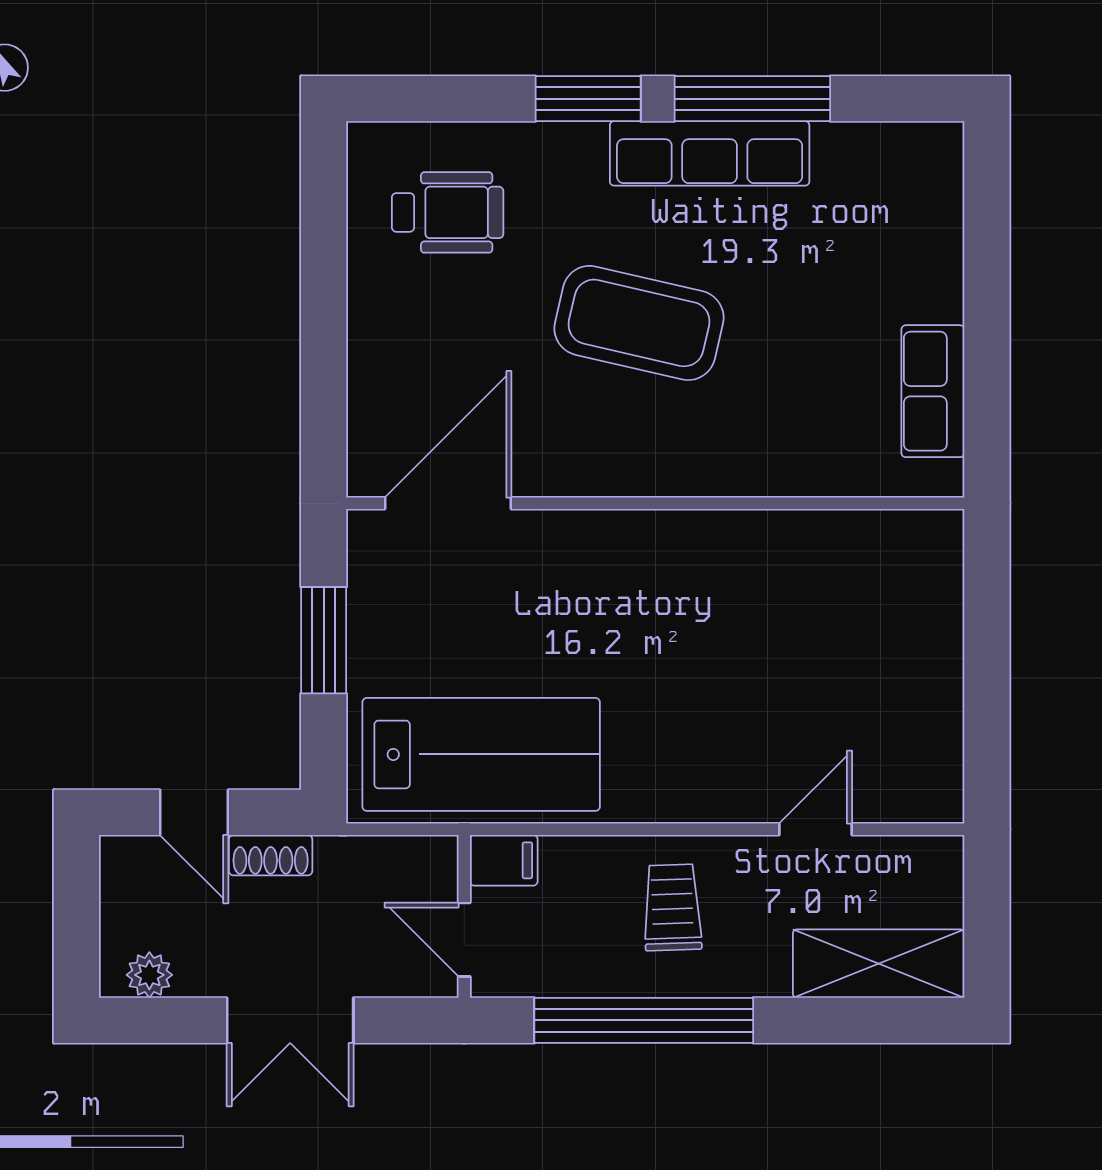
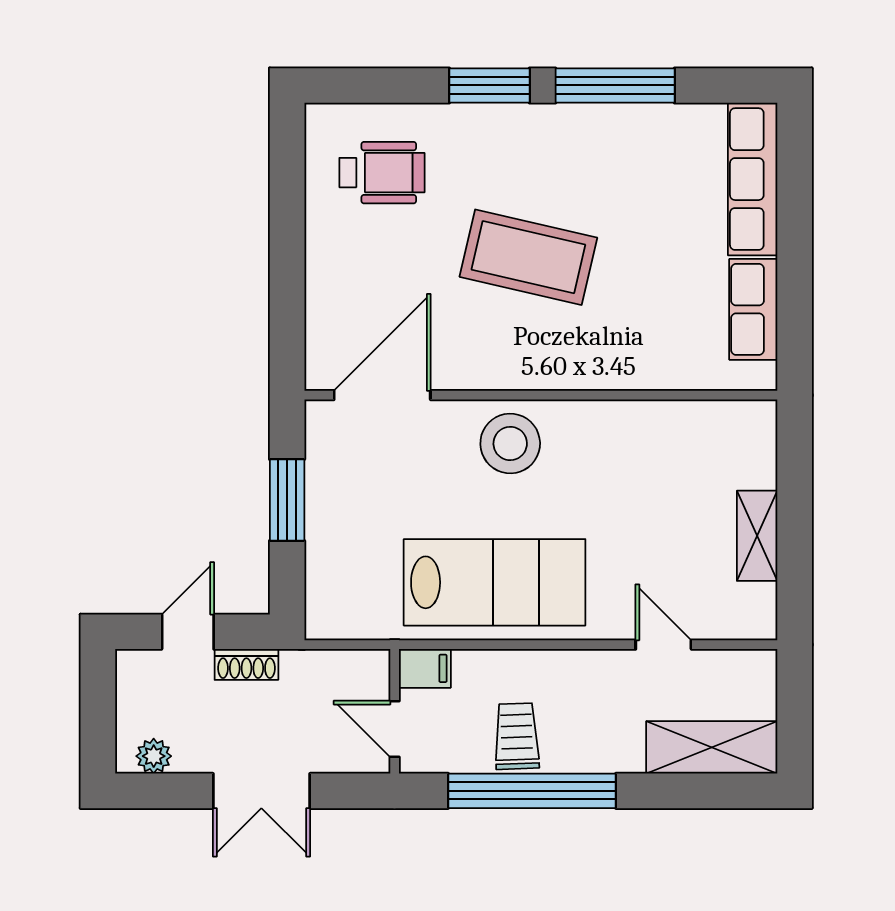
row of seats: (710, 153) -> (753, 179), moved, turned 90
stool: (615, 566) -> (510, 443), added
shelving: (938, 687) -> (757, 536), added
lab bench: (481, 754) -> (495, 582), moved
door: (194, 812) -> (188, 632), swing flipped
door: (815, 829) -> (663, 645), hinge flipped
trolley: (672, 907) -> (517, 736), moved

